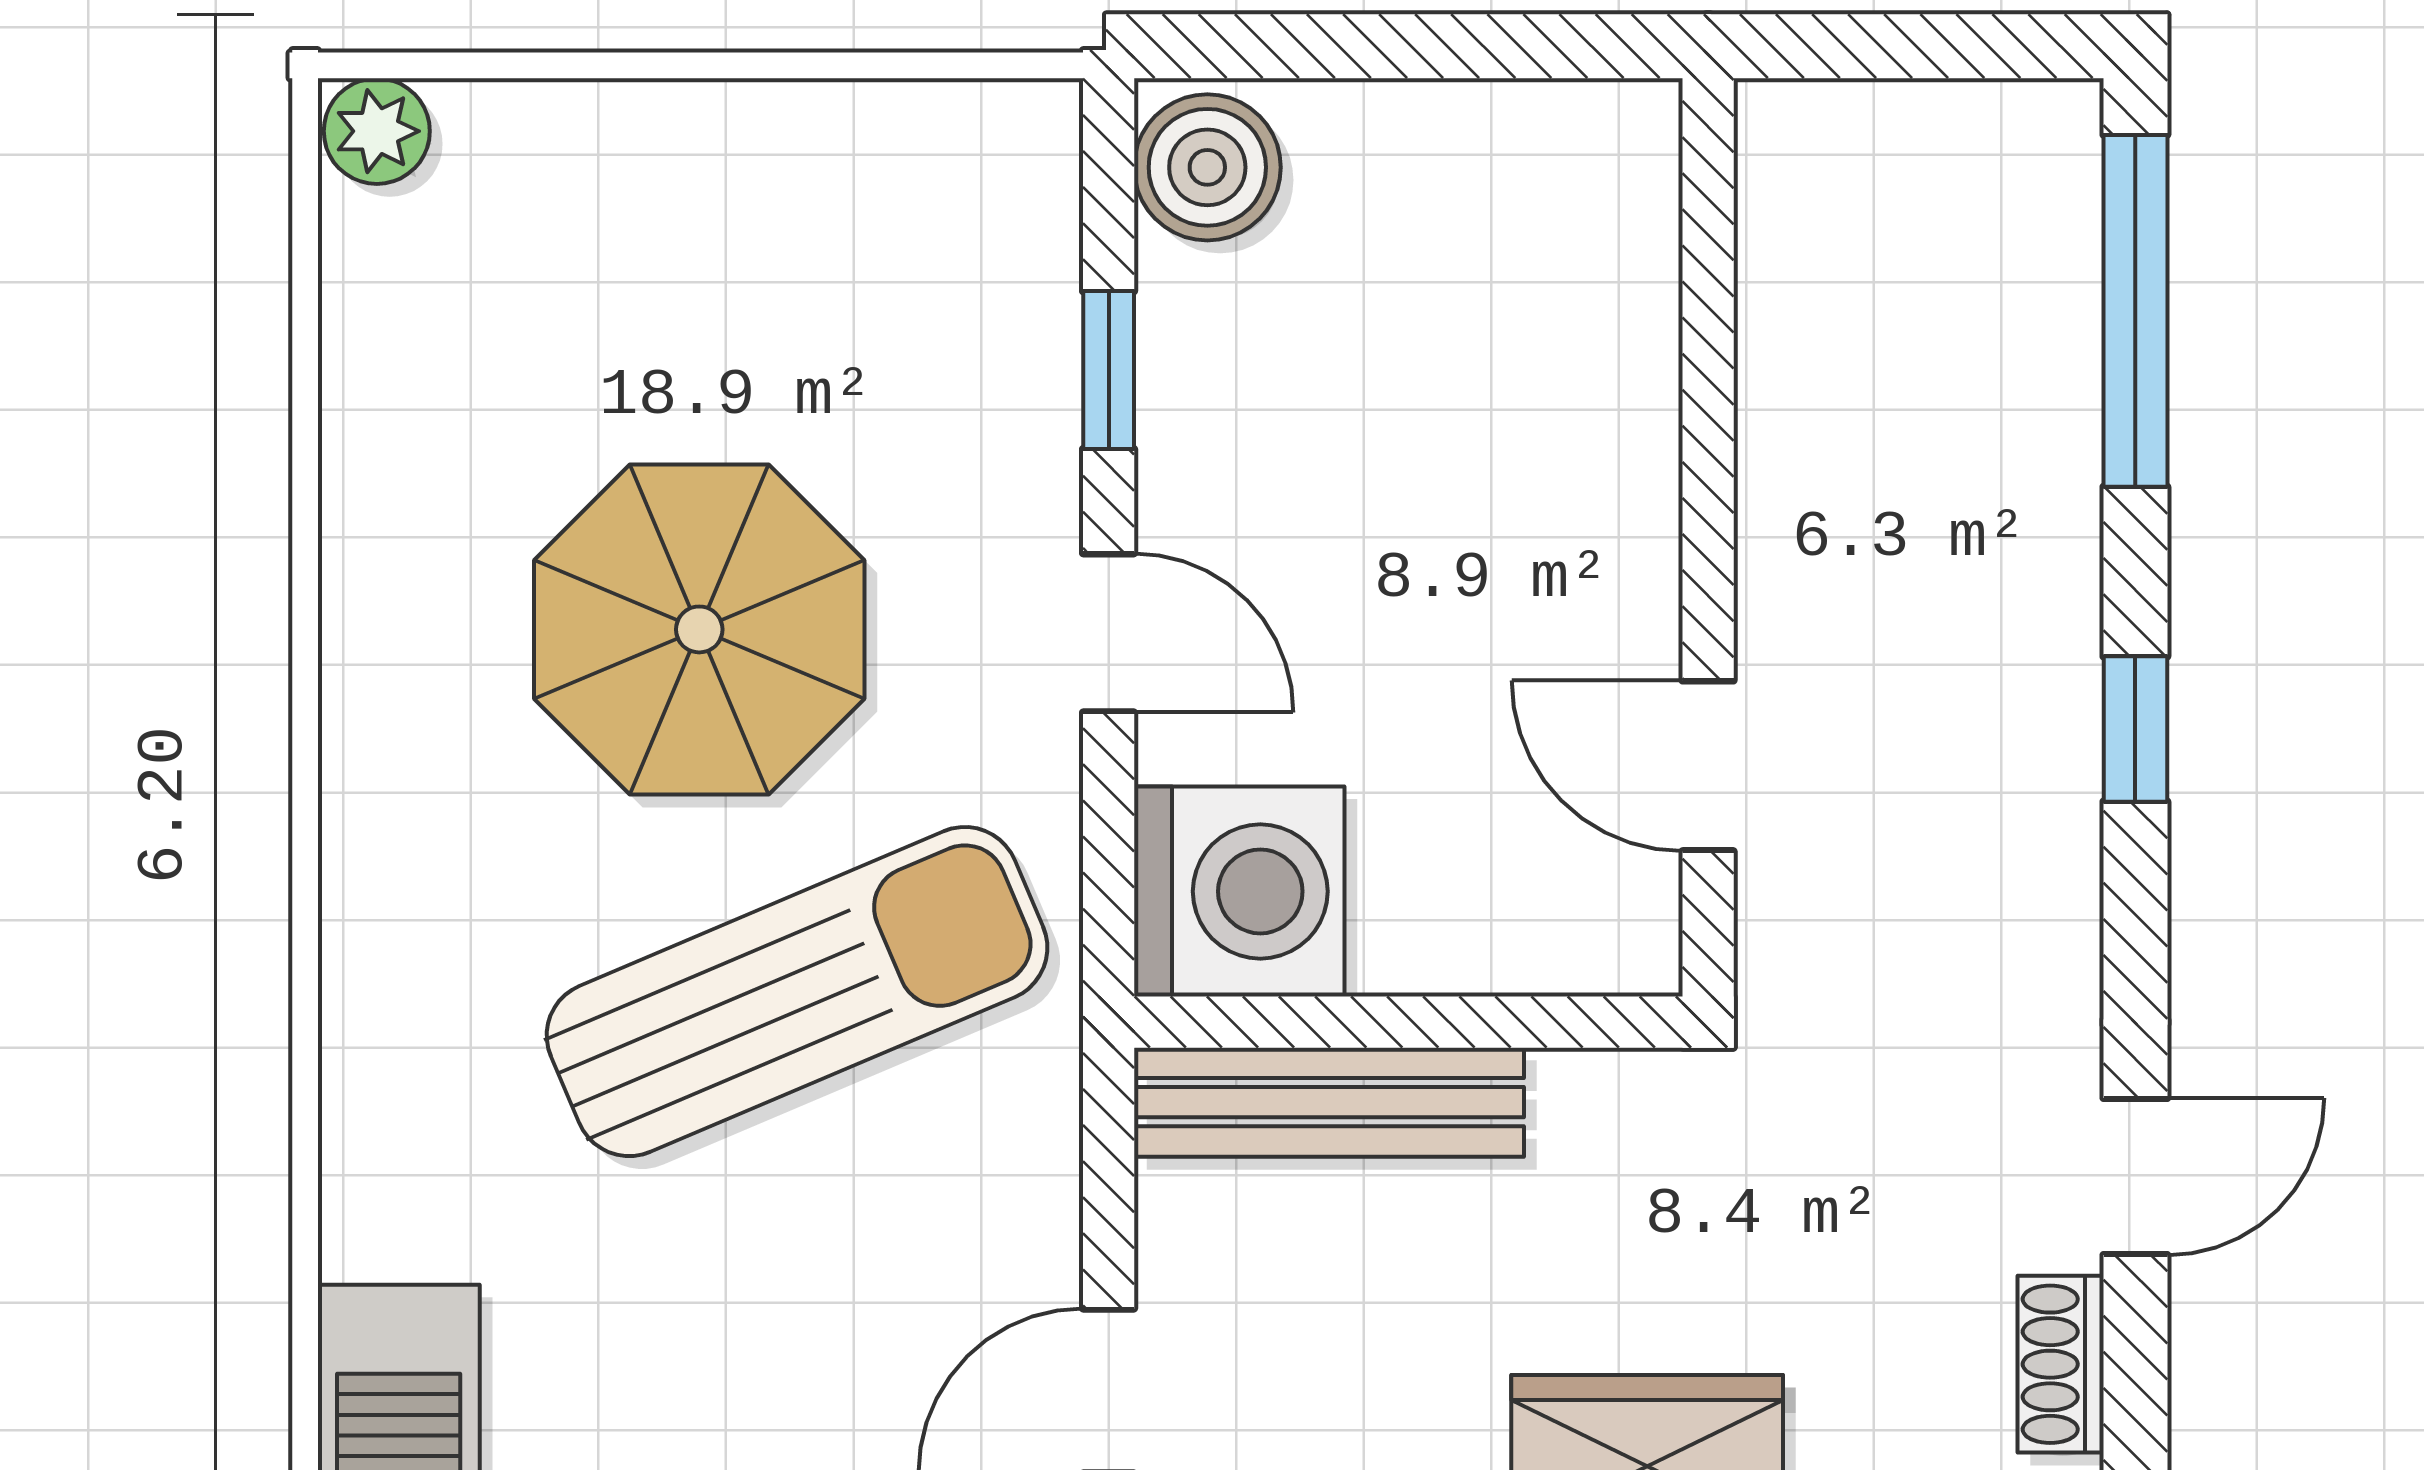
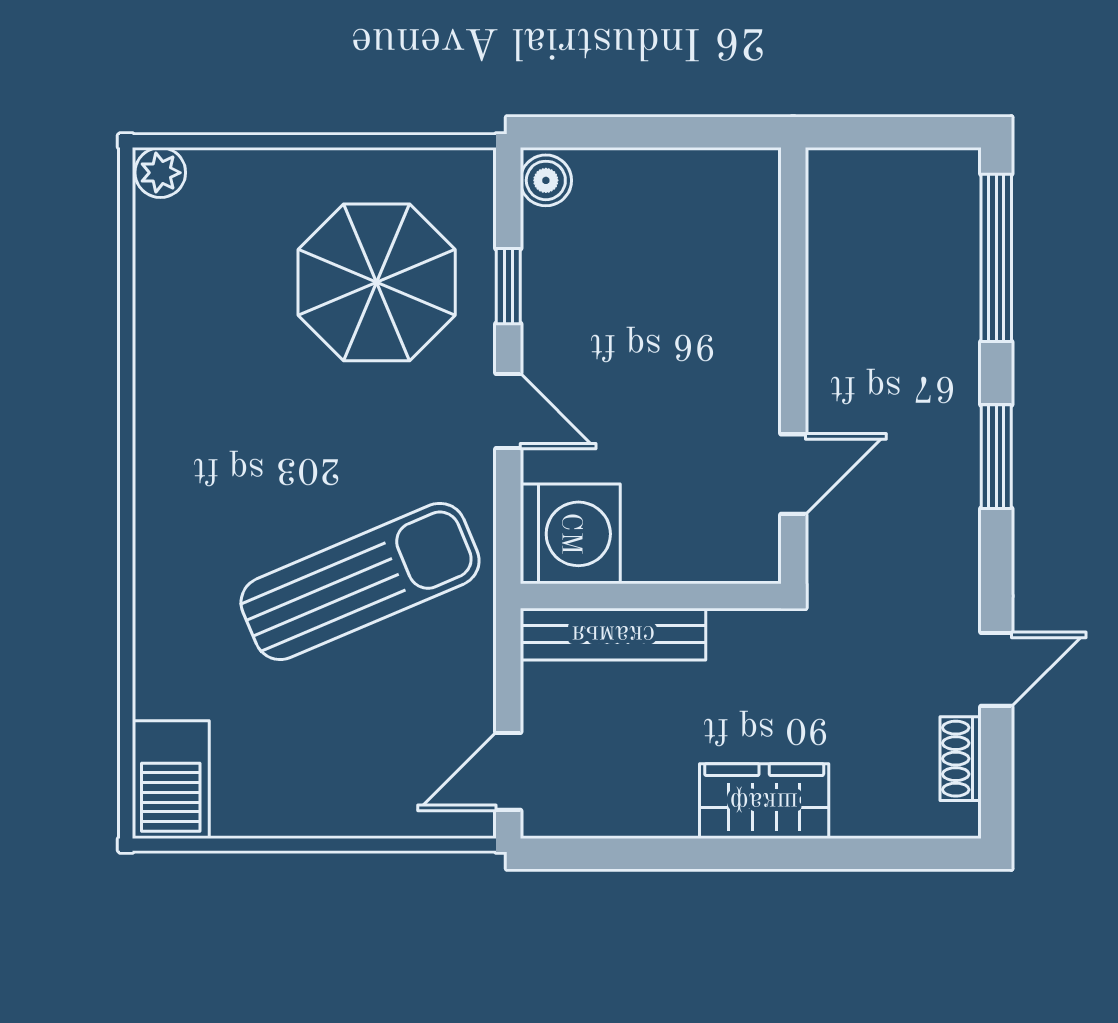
boiler: (1207, 167) -> (546, 180), width x0.73, depth x0.73
parasol: (699, 629) -> (377, 282), moved
window: (2135, 729) -> (996, 457), width x1.50
door: (1708, 766) -> (793, 474), swing flipped

